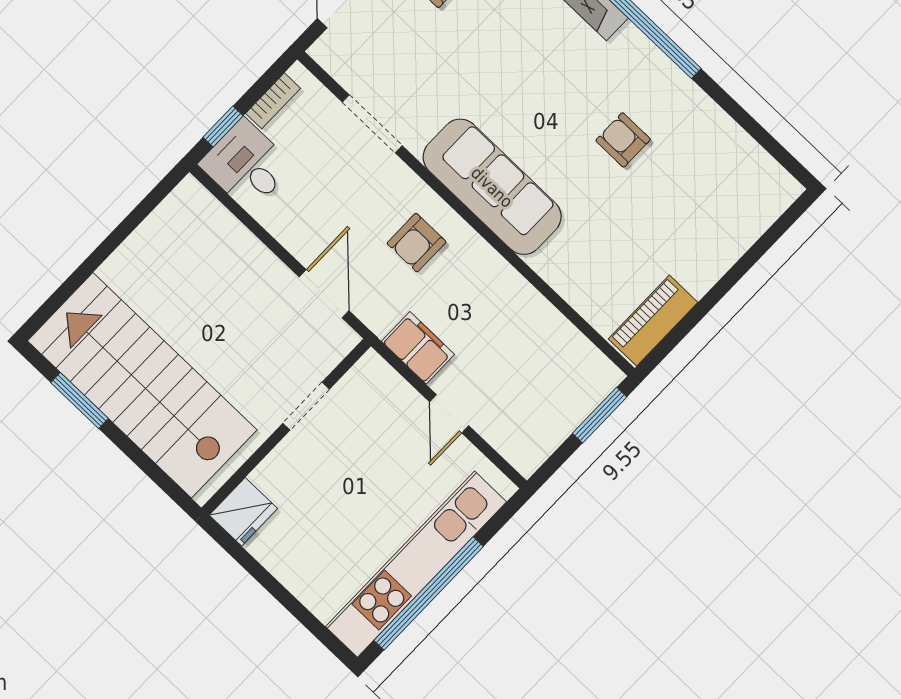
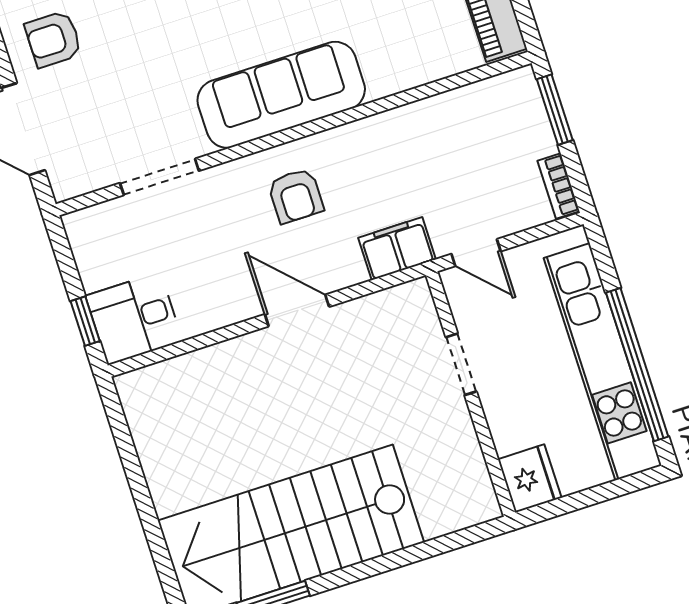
bookcase: (273, 101) -> (558, 186), moved, turned 180
doorway: (306, 406) -> (461, 364), moved
wall: (286, 427) -> (471, 394), moved
fridge: (243, 512) -> (530, 478), moved

